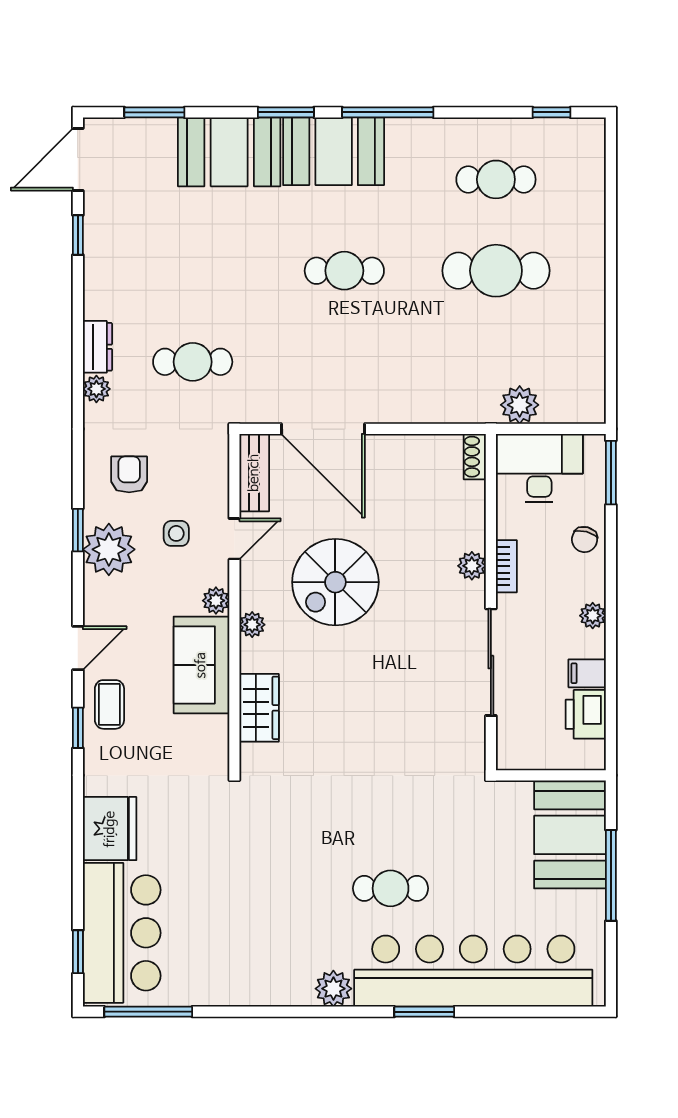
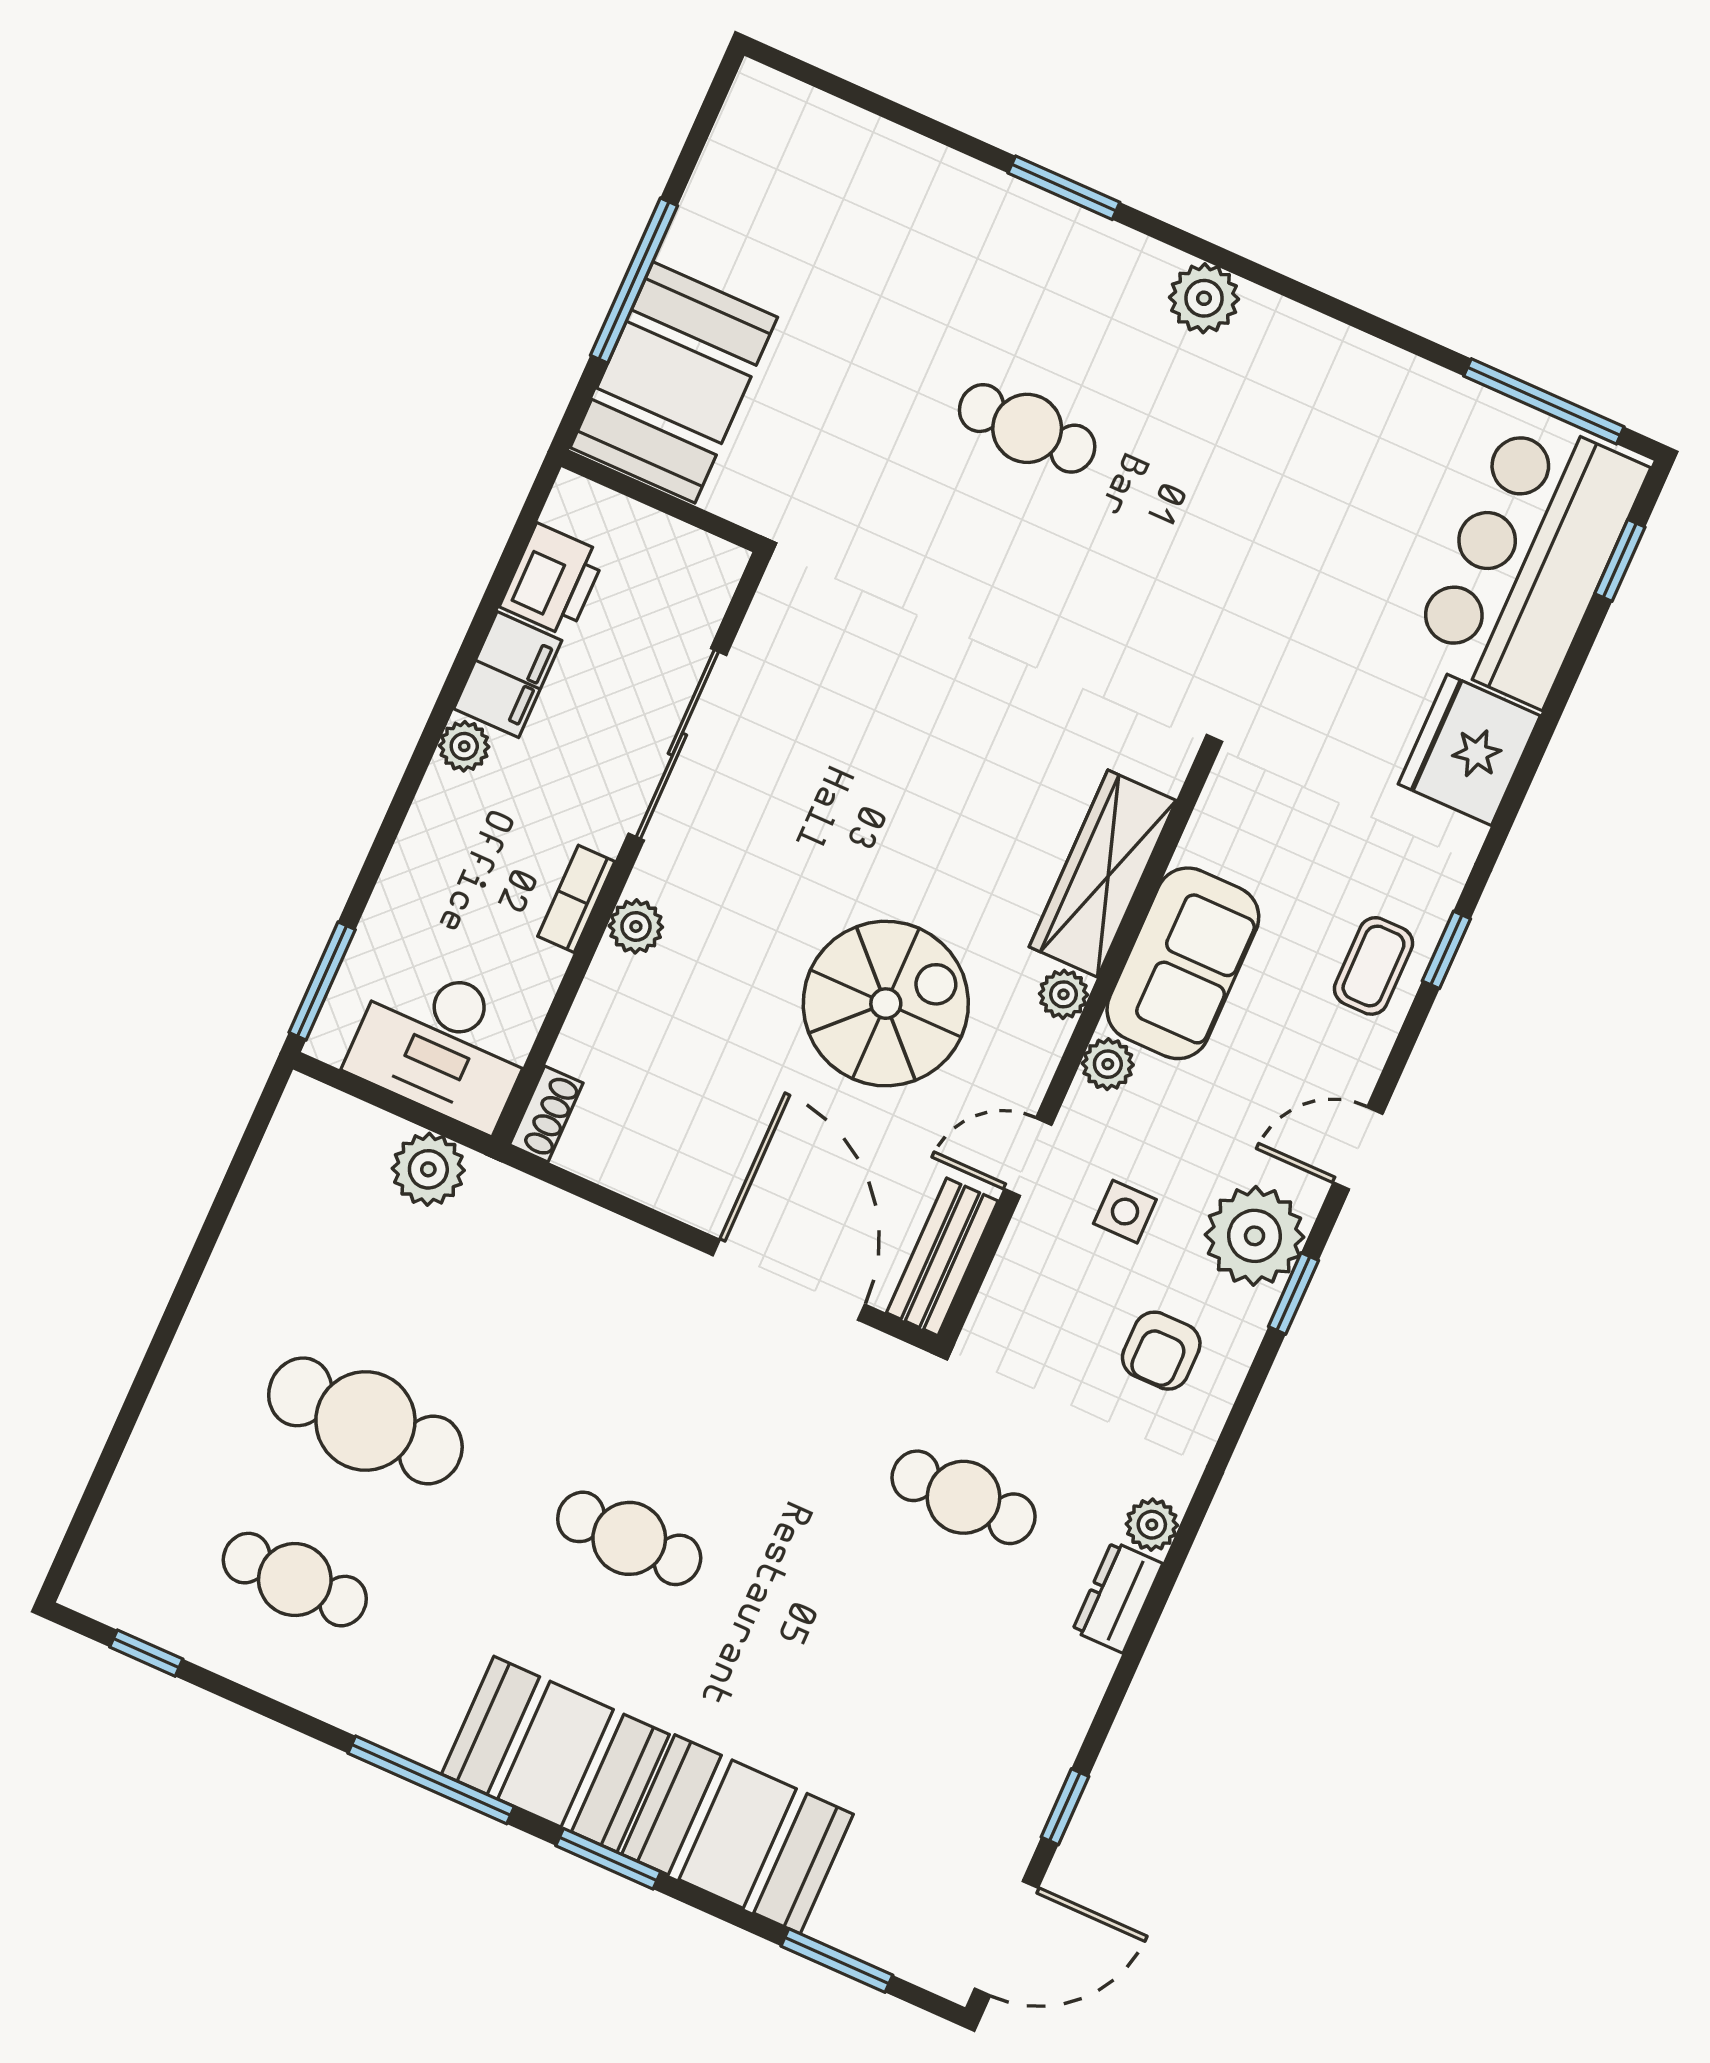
chair: (585, 540) -> (420, 885), removed
door: (78, 648) -> (1358, 1148), moved
filing cabinet: (587, 673) -> (508, 675), width x2.00
wardrobe: (259, 708) -> (1103, 874), width x1.50
bar counter: (473, 971) -> (947, 220), removed

